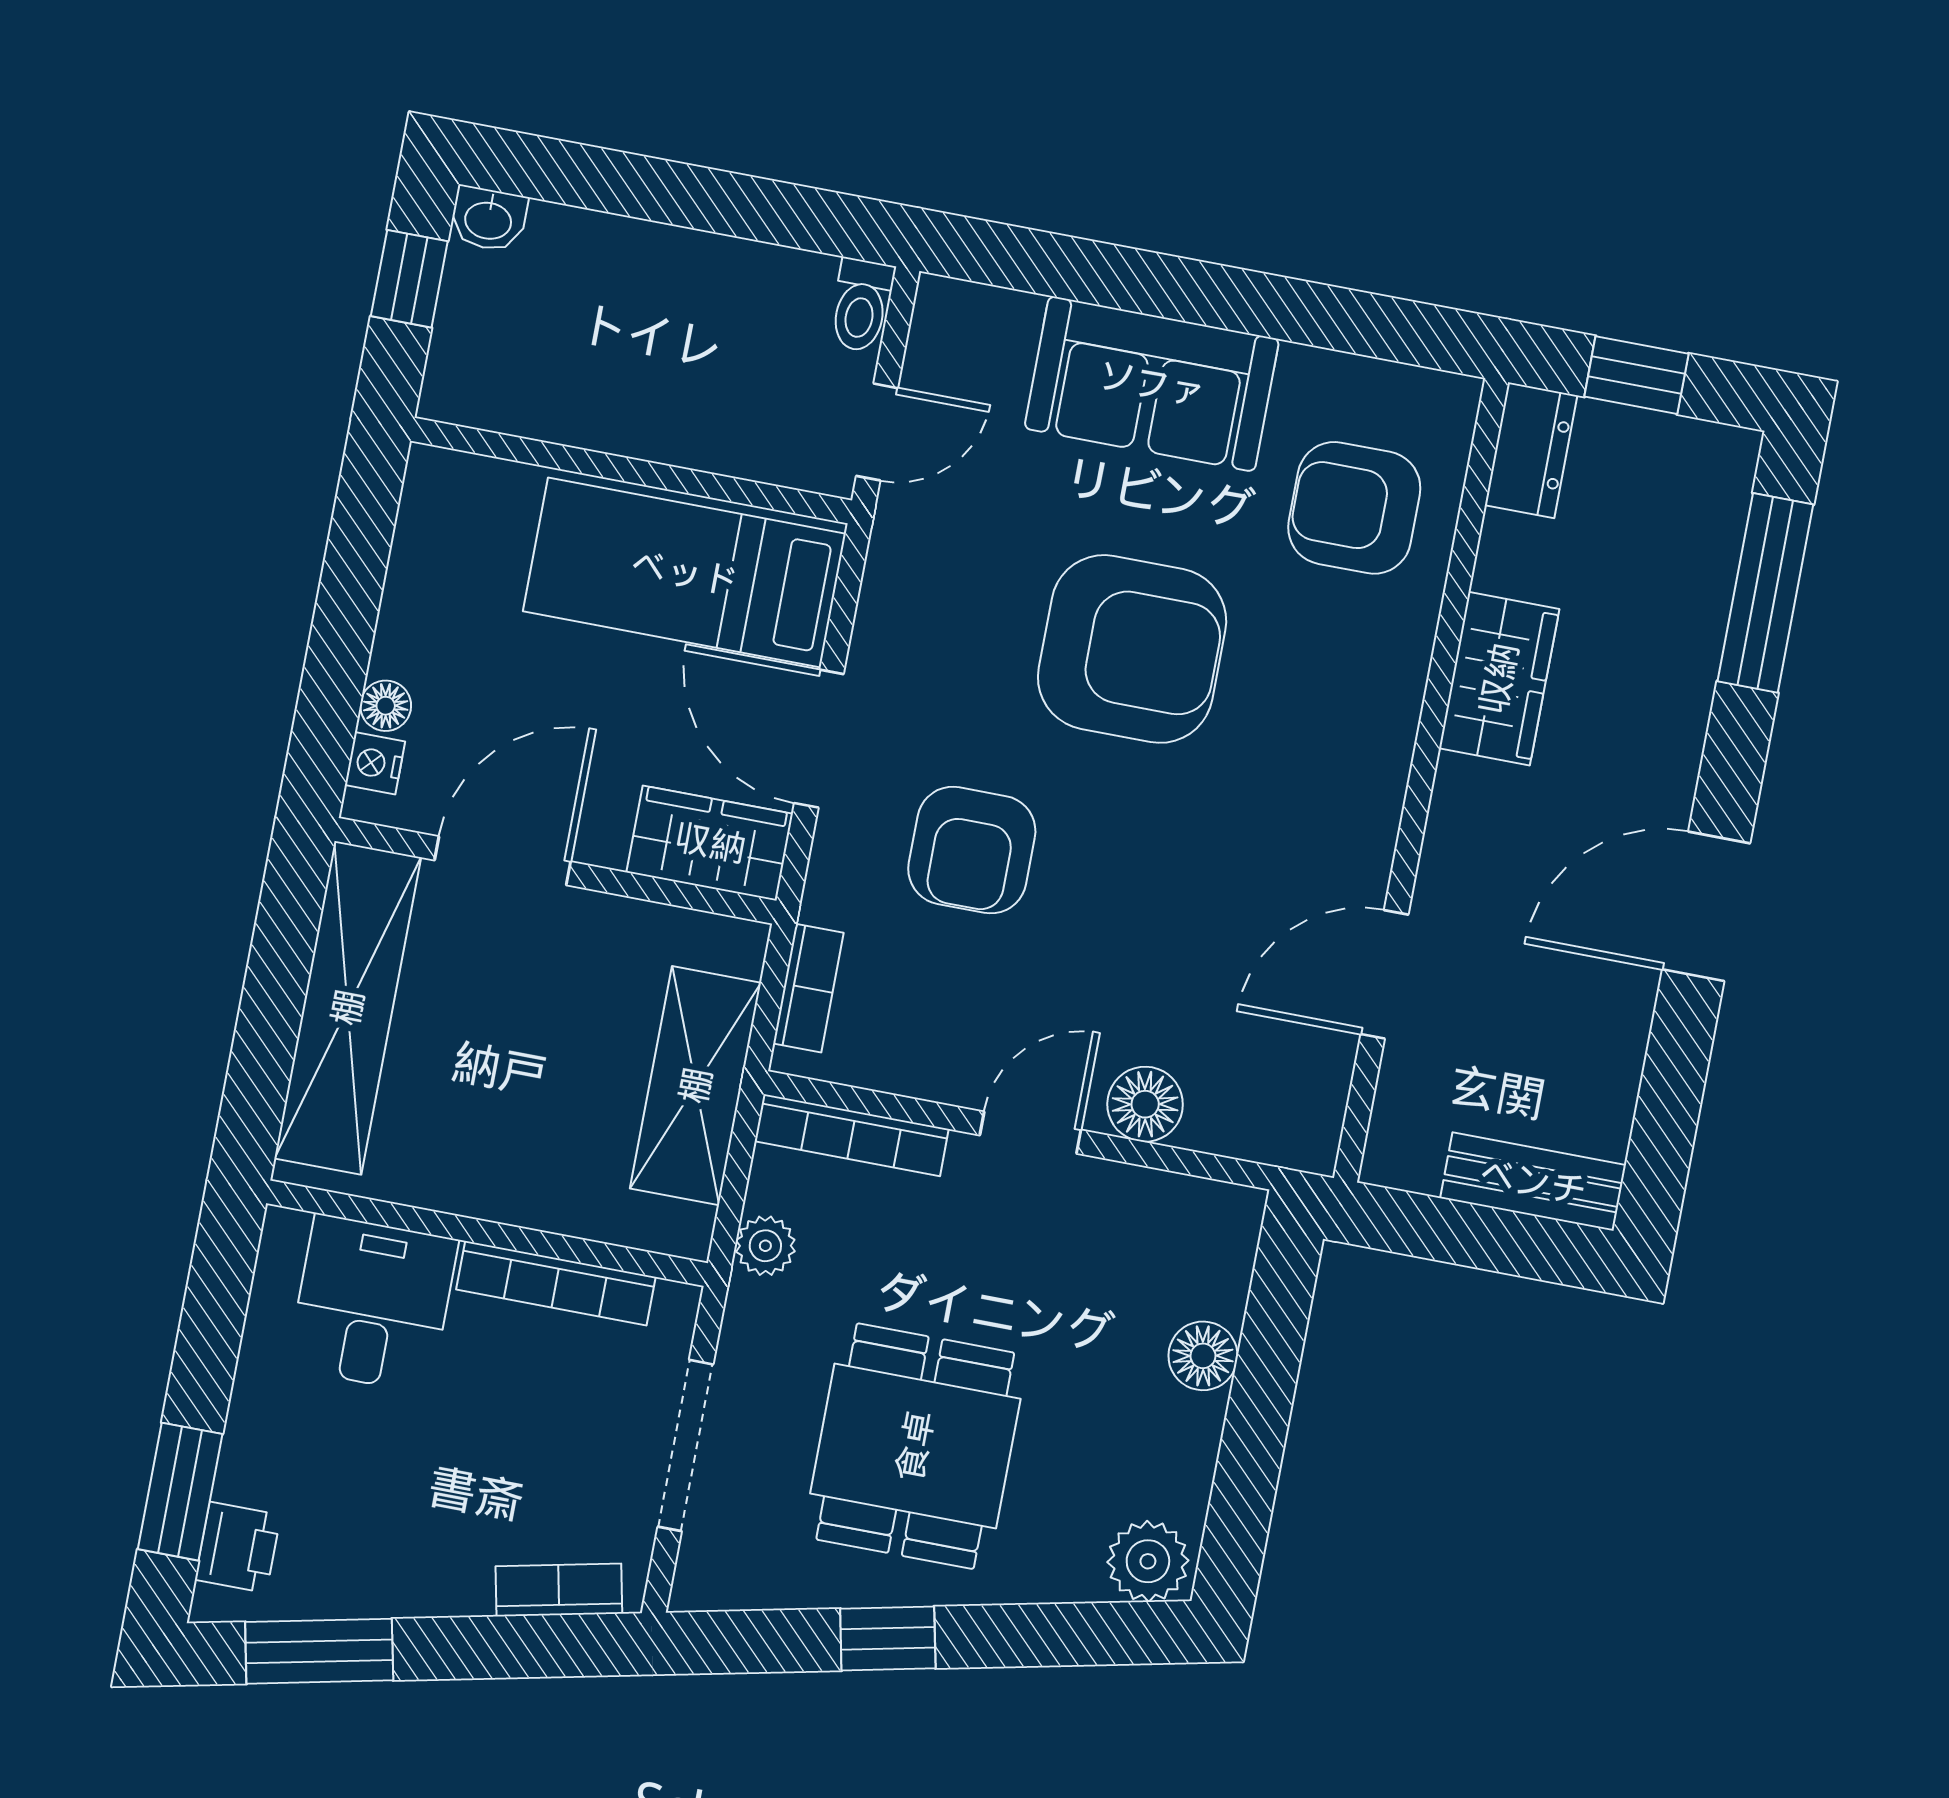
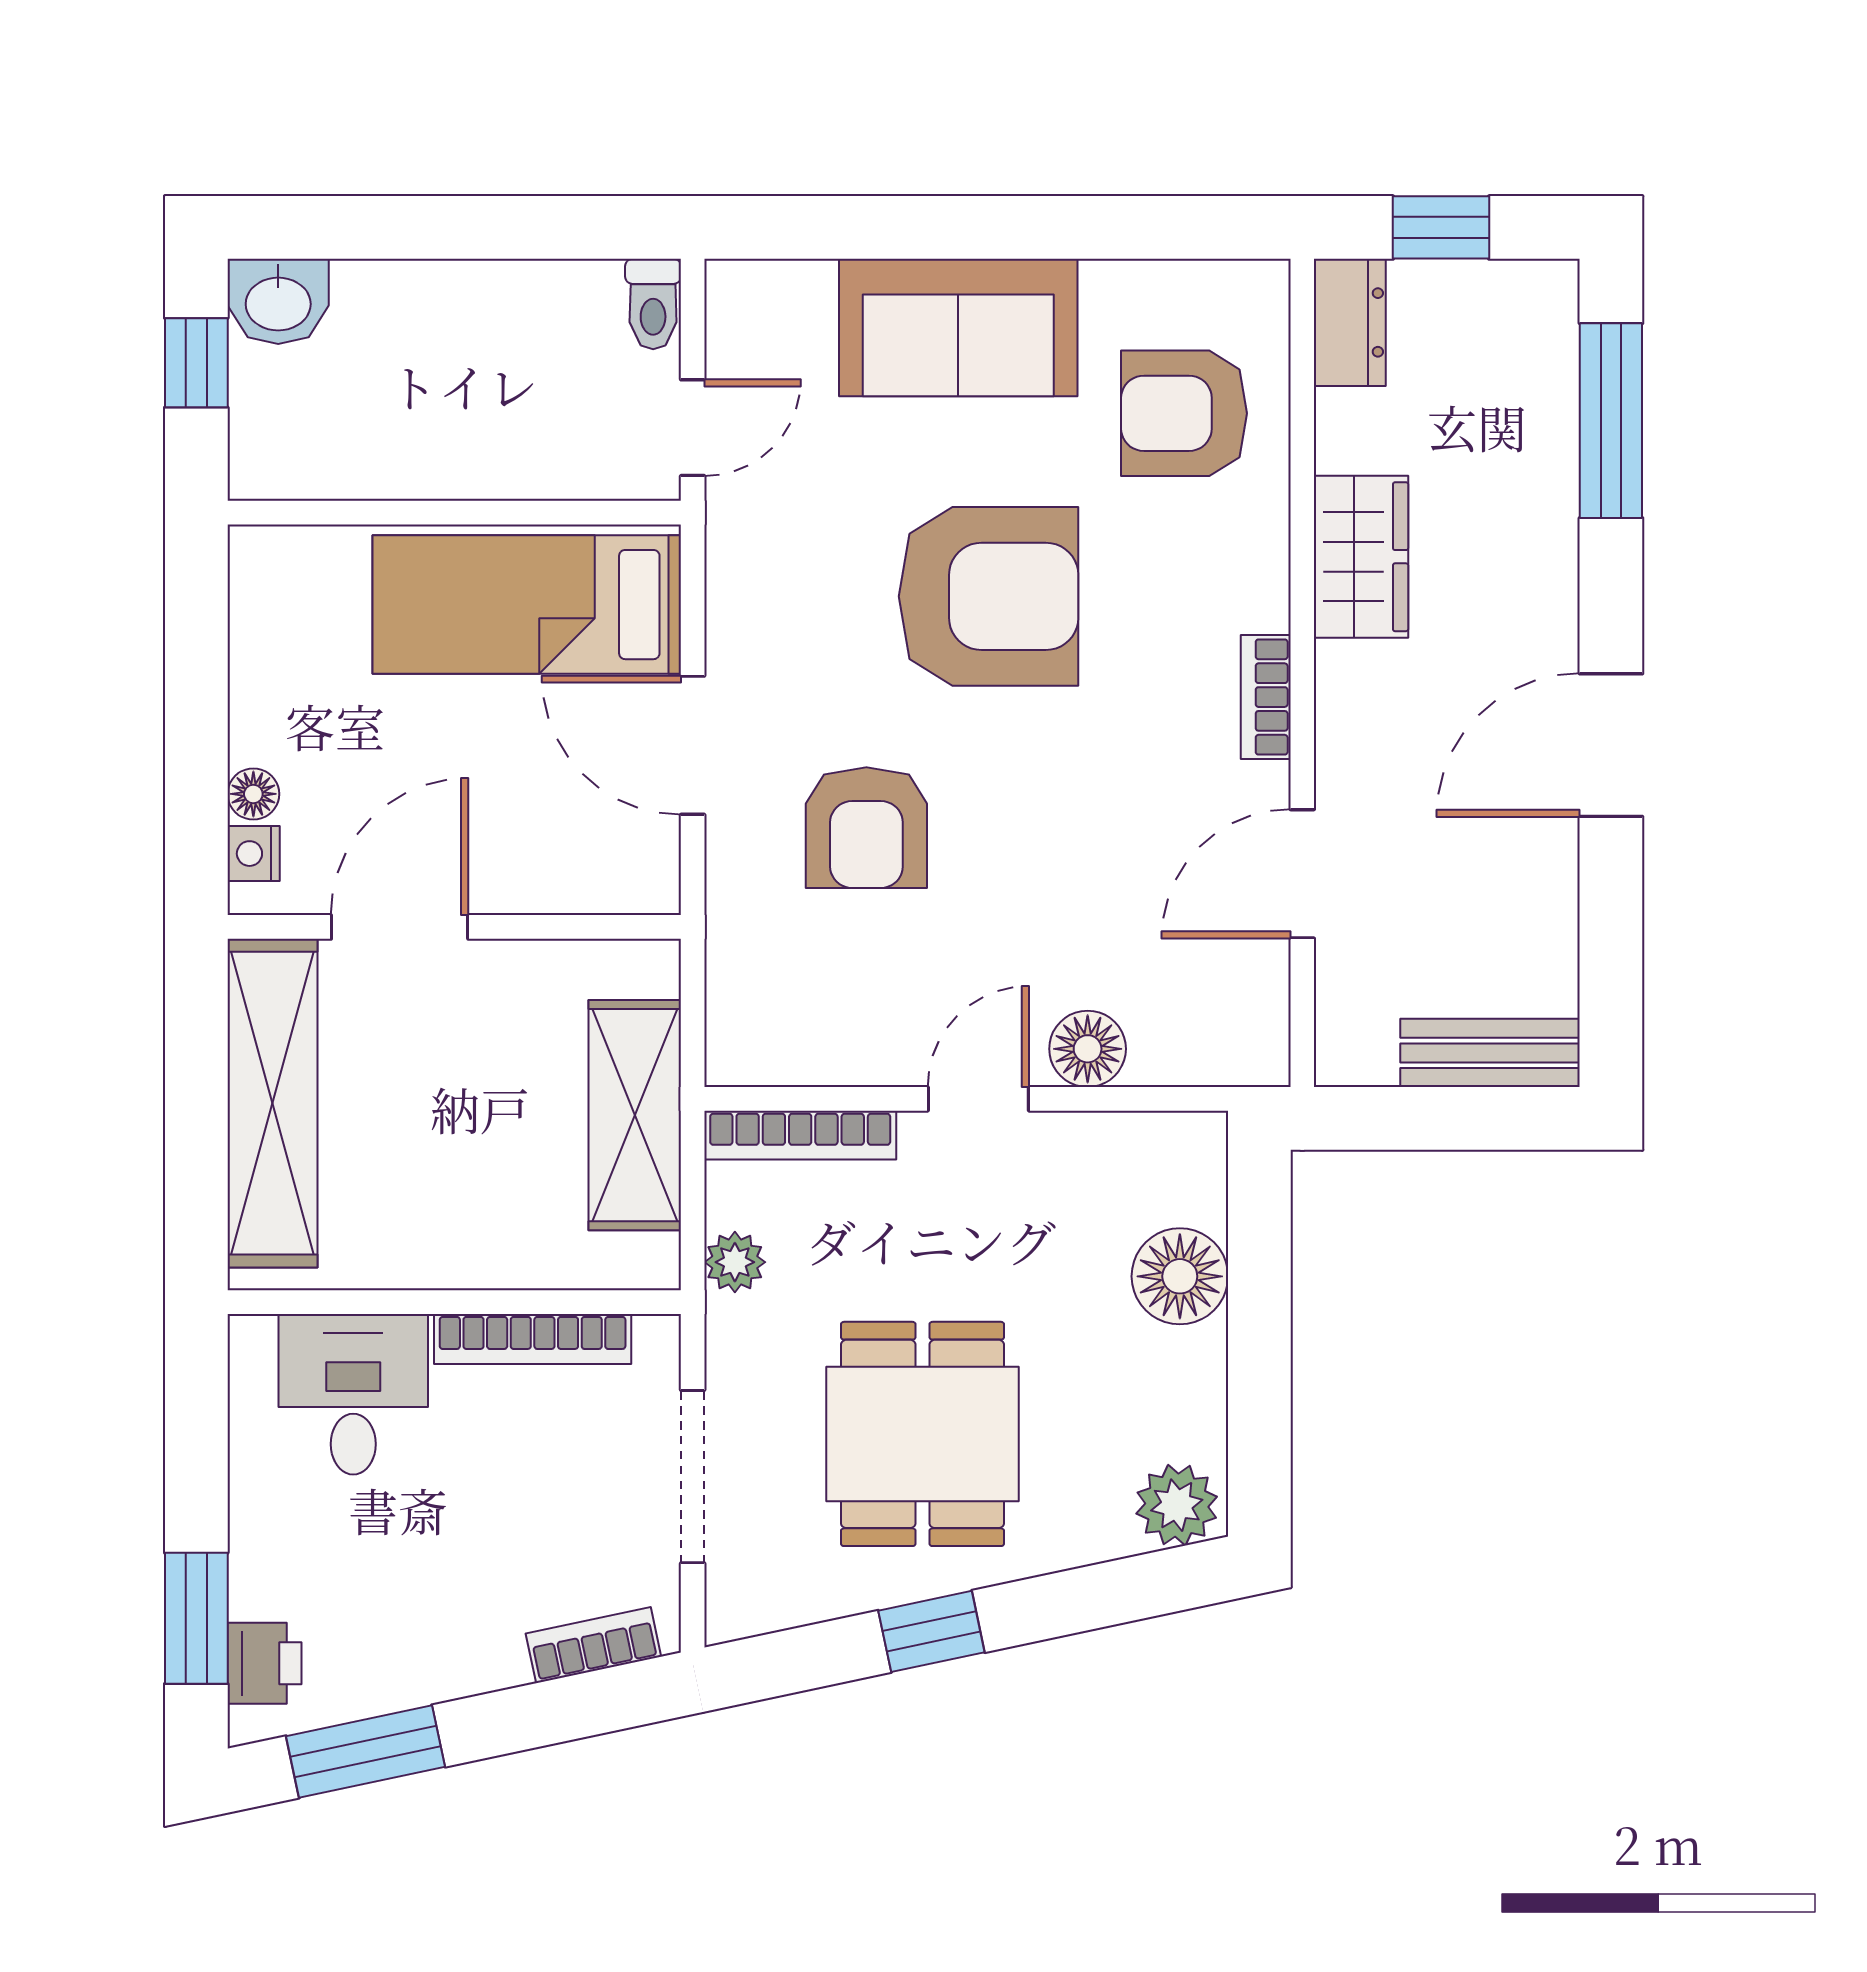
washbasin: (488, 219) -> (278, 301), width x1.38, depth x1.45
wardrobe: (710, 843) -> (603, 870), removed
bookcase: (808, 988) -> (1266, 697), moved, turned 180
floor lamp: (1203, 1356) -> (1180, 1276), width x1.38, depth x1.38

